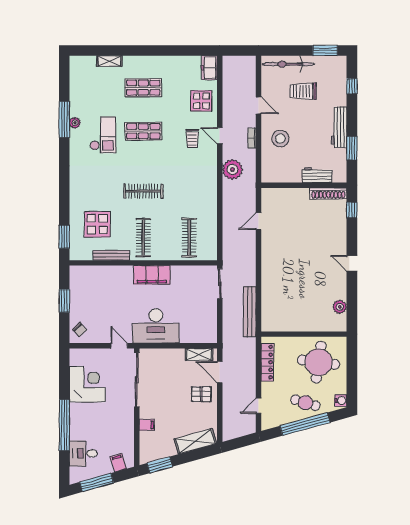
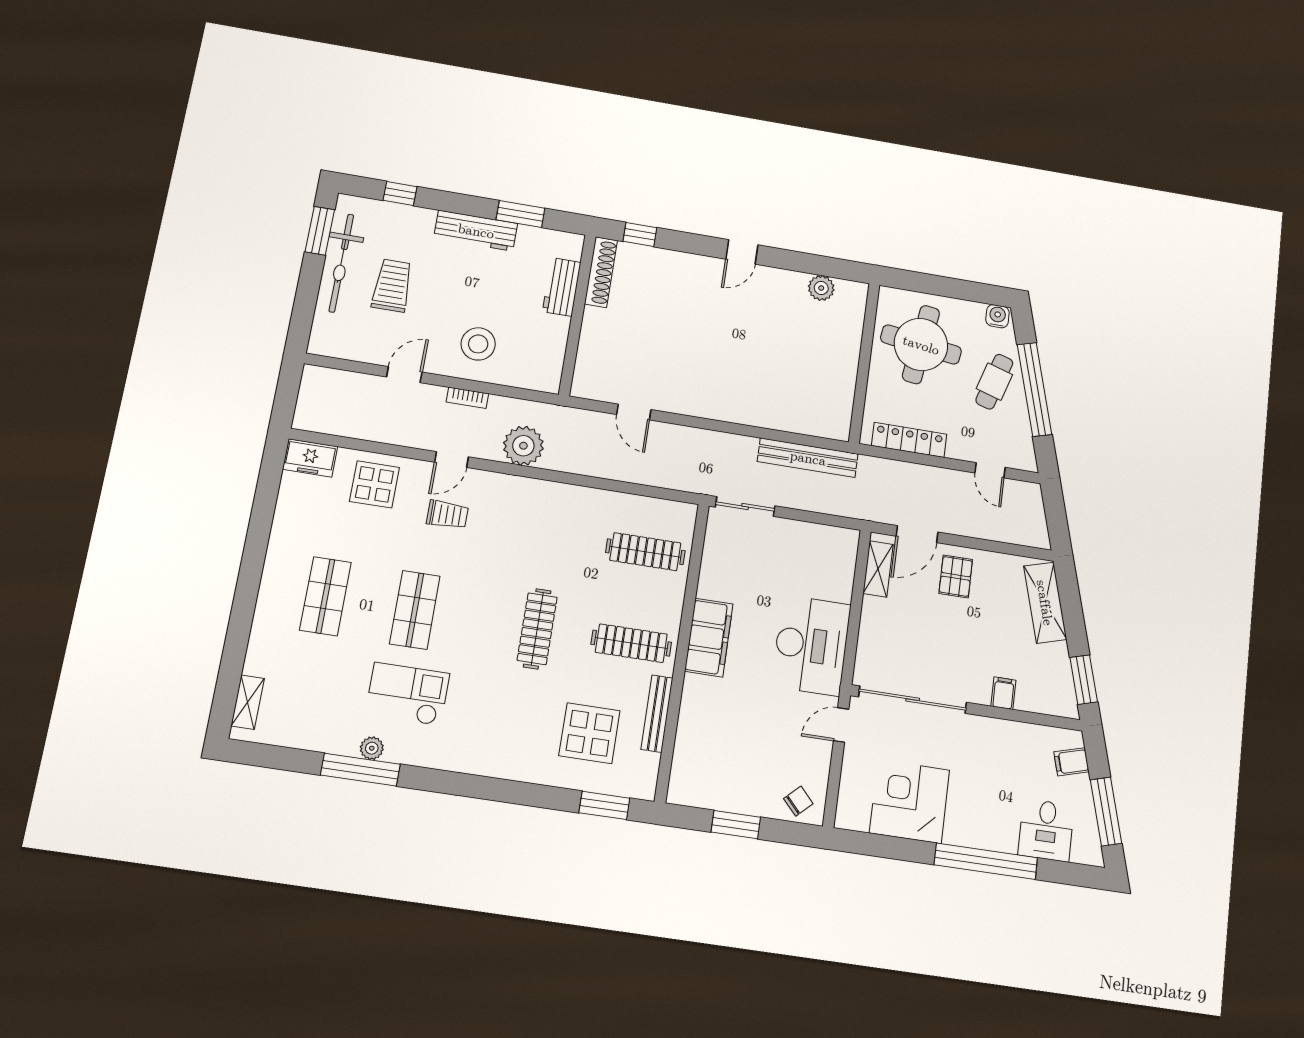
shelving: (109, 61) -> (248, 702), moved
bicycle: (288, 64) -> (341, 263), moved
trolley: (303, 91) -> (392, 285), turned 180

